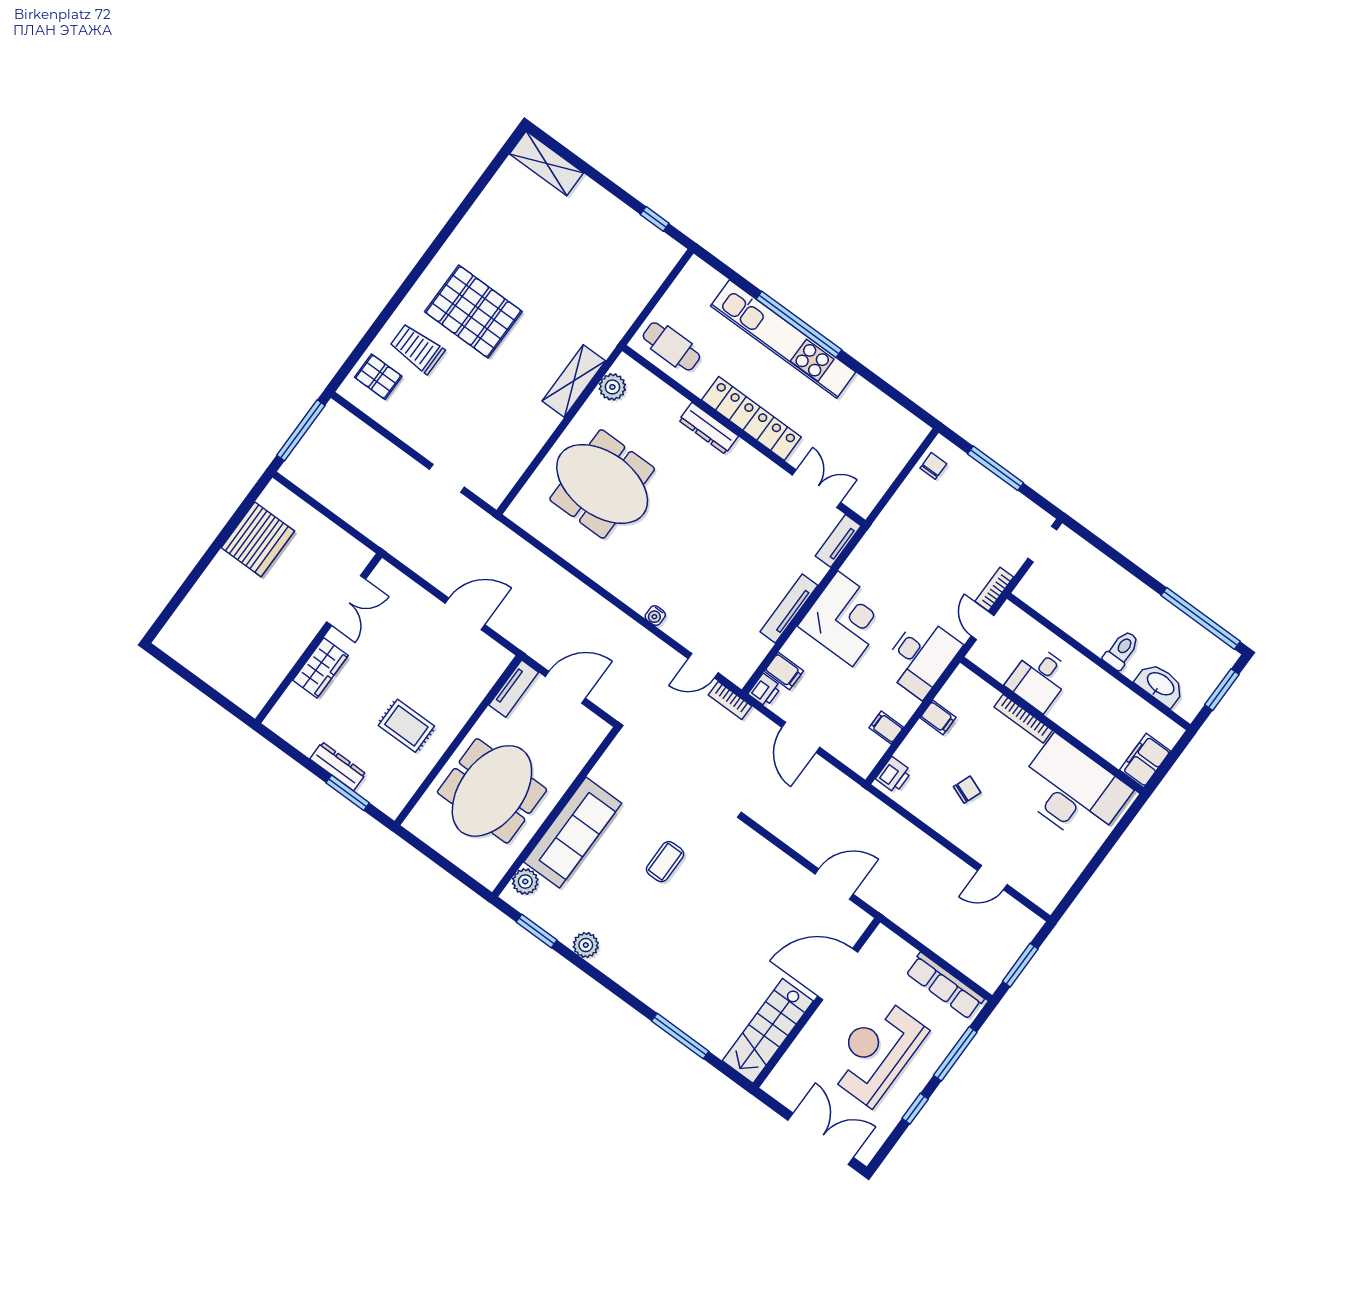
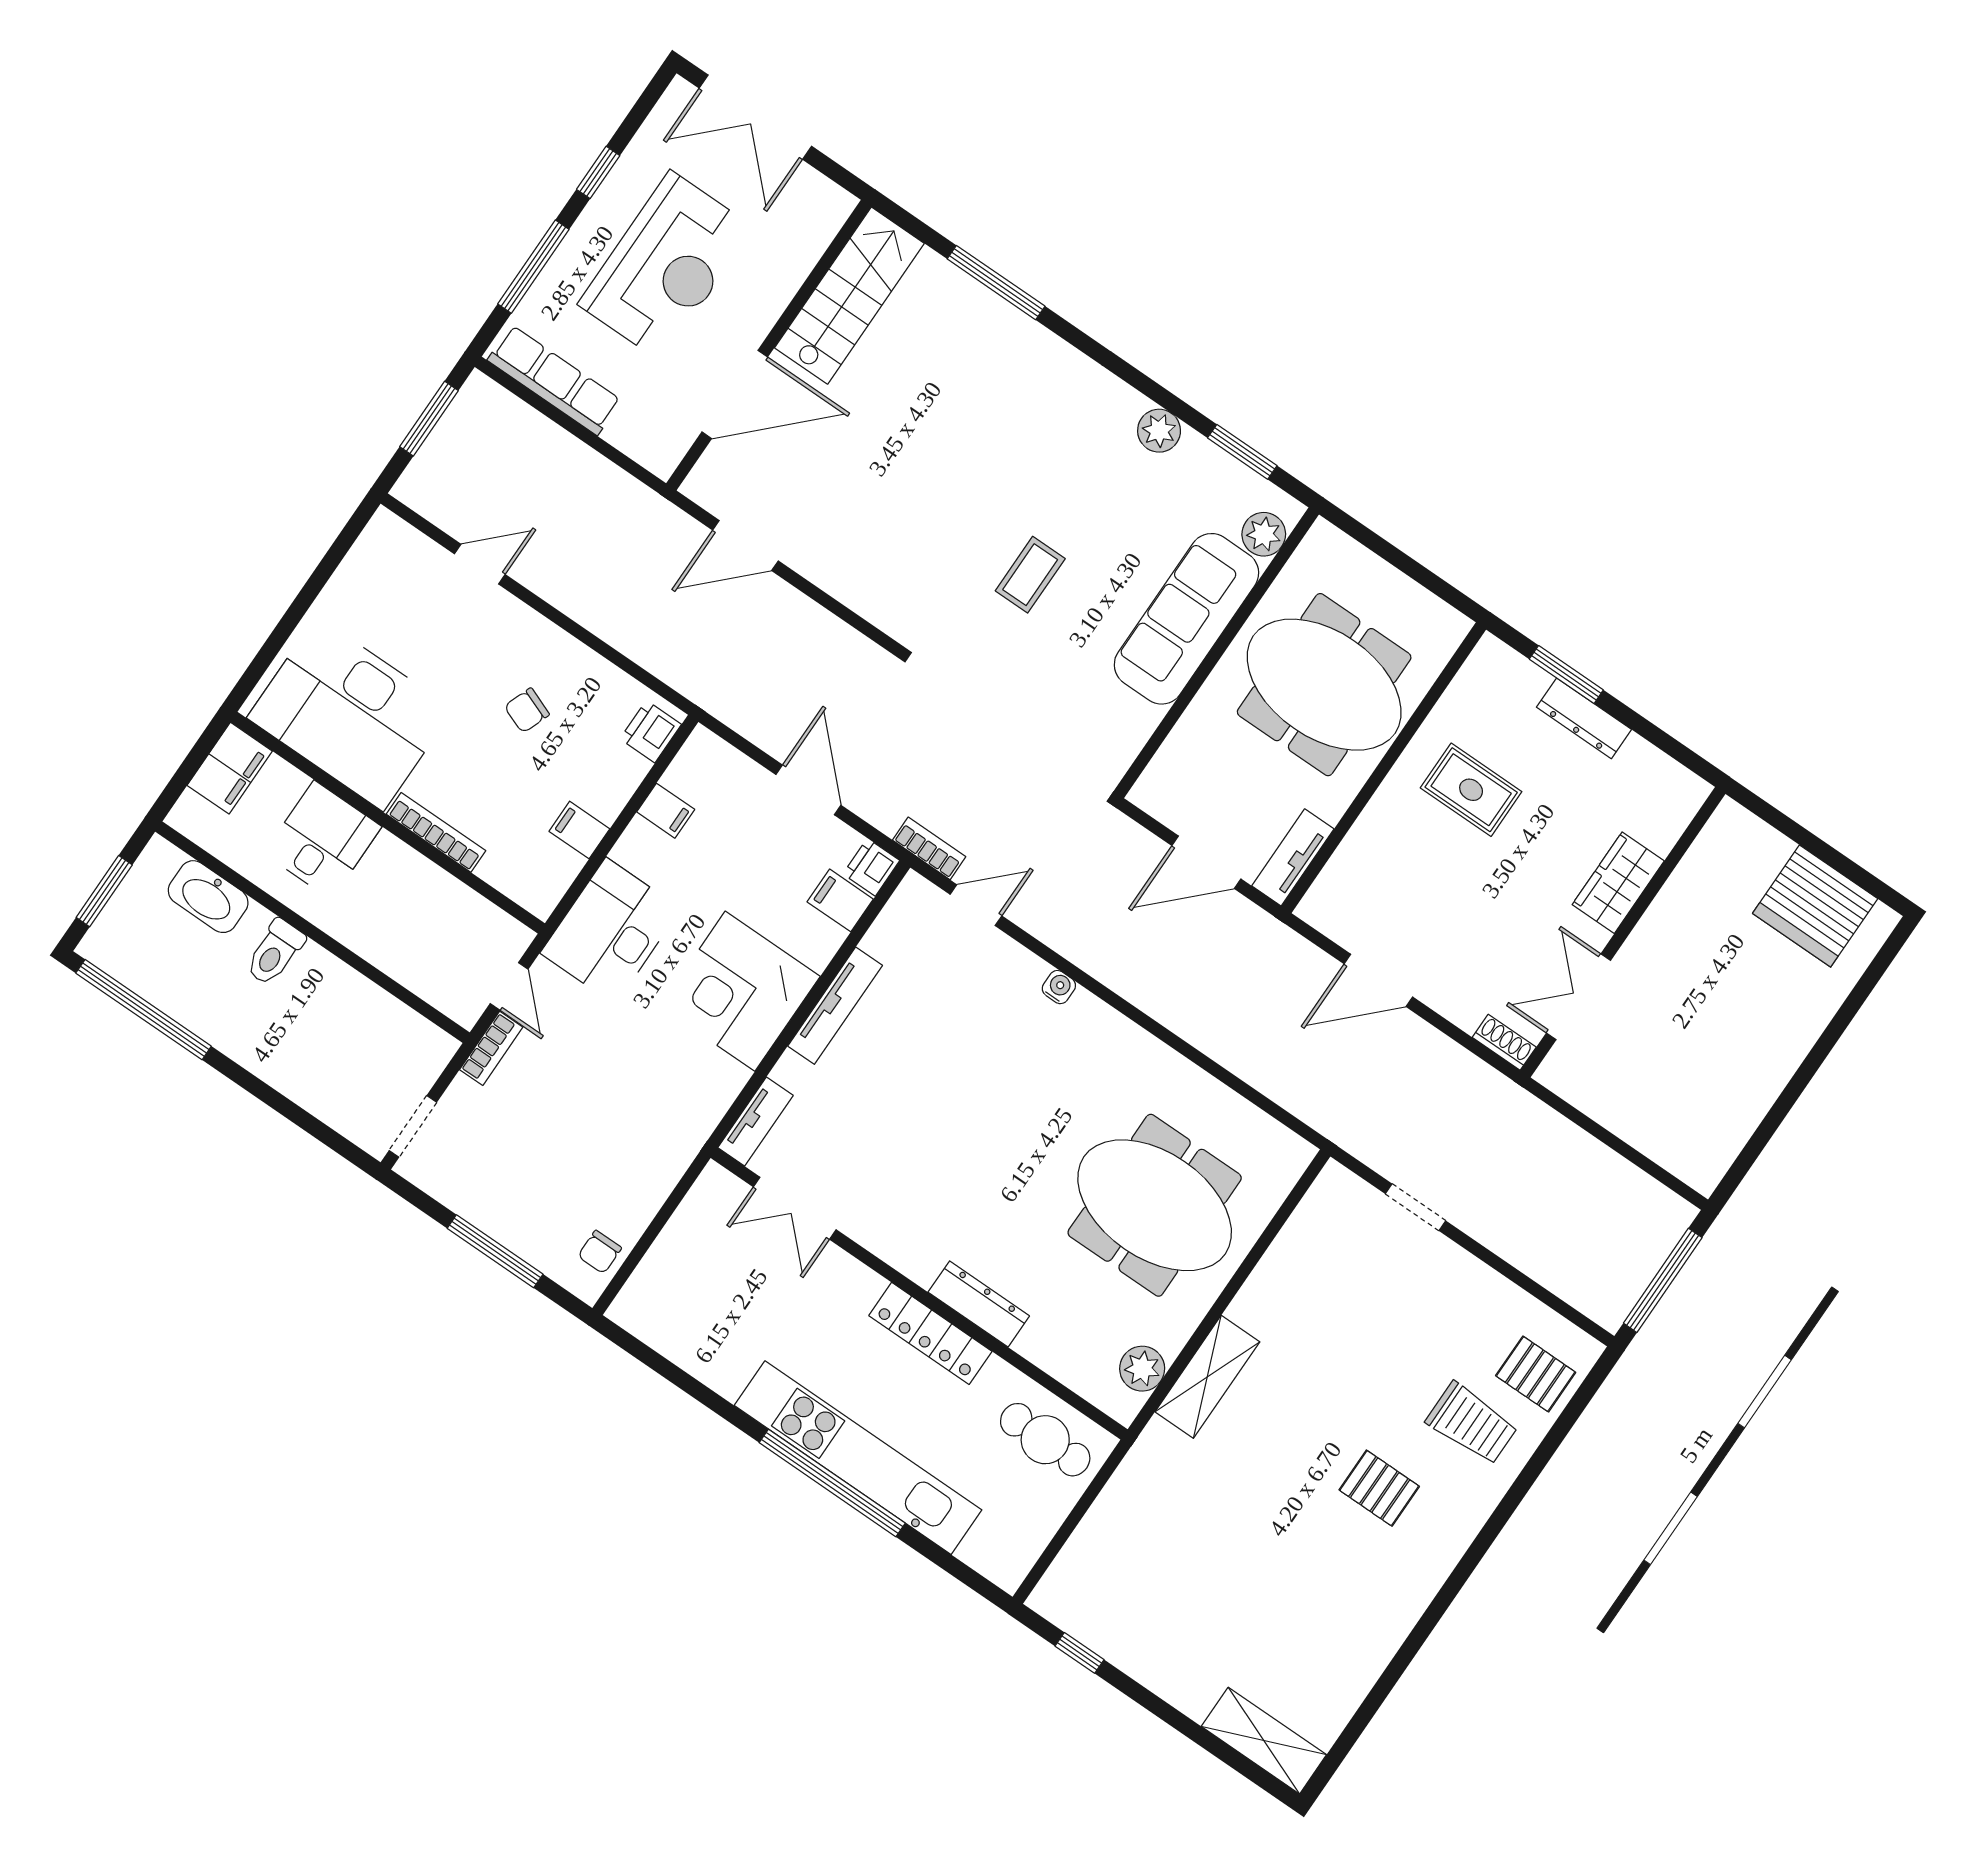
pallet: (473, 312) -> (1379, 1488), width x0.49, depth x0.50
locker: (751, 418) -> (930, 1333), width x0.71, depth x0.83
server rack: (258, 539) -> (1815, 906), moved, turned -90
shoe rack: (391, 575) -> (1504, 1042), added
desk: (1039, 678) -> (323, 840), moved
meeting table: (492, 791) -> (1324, 685), turned 90

